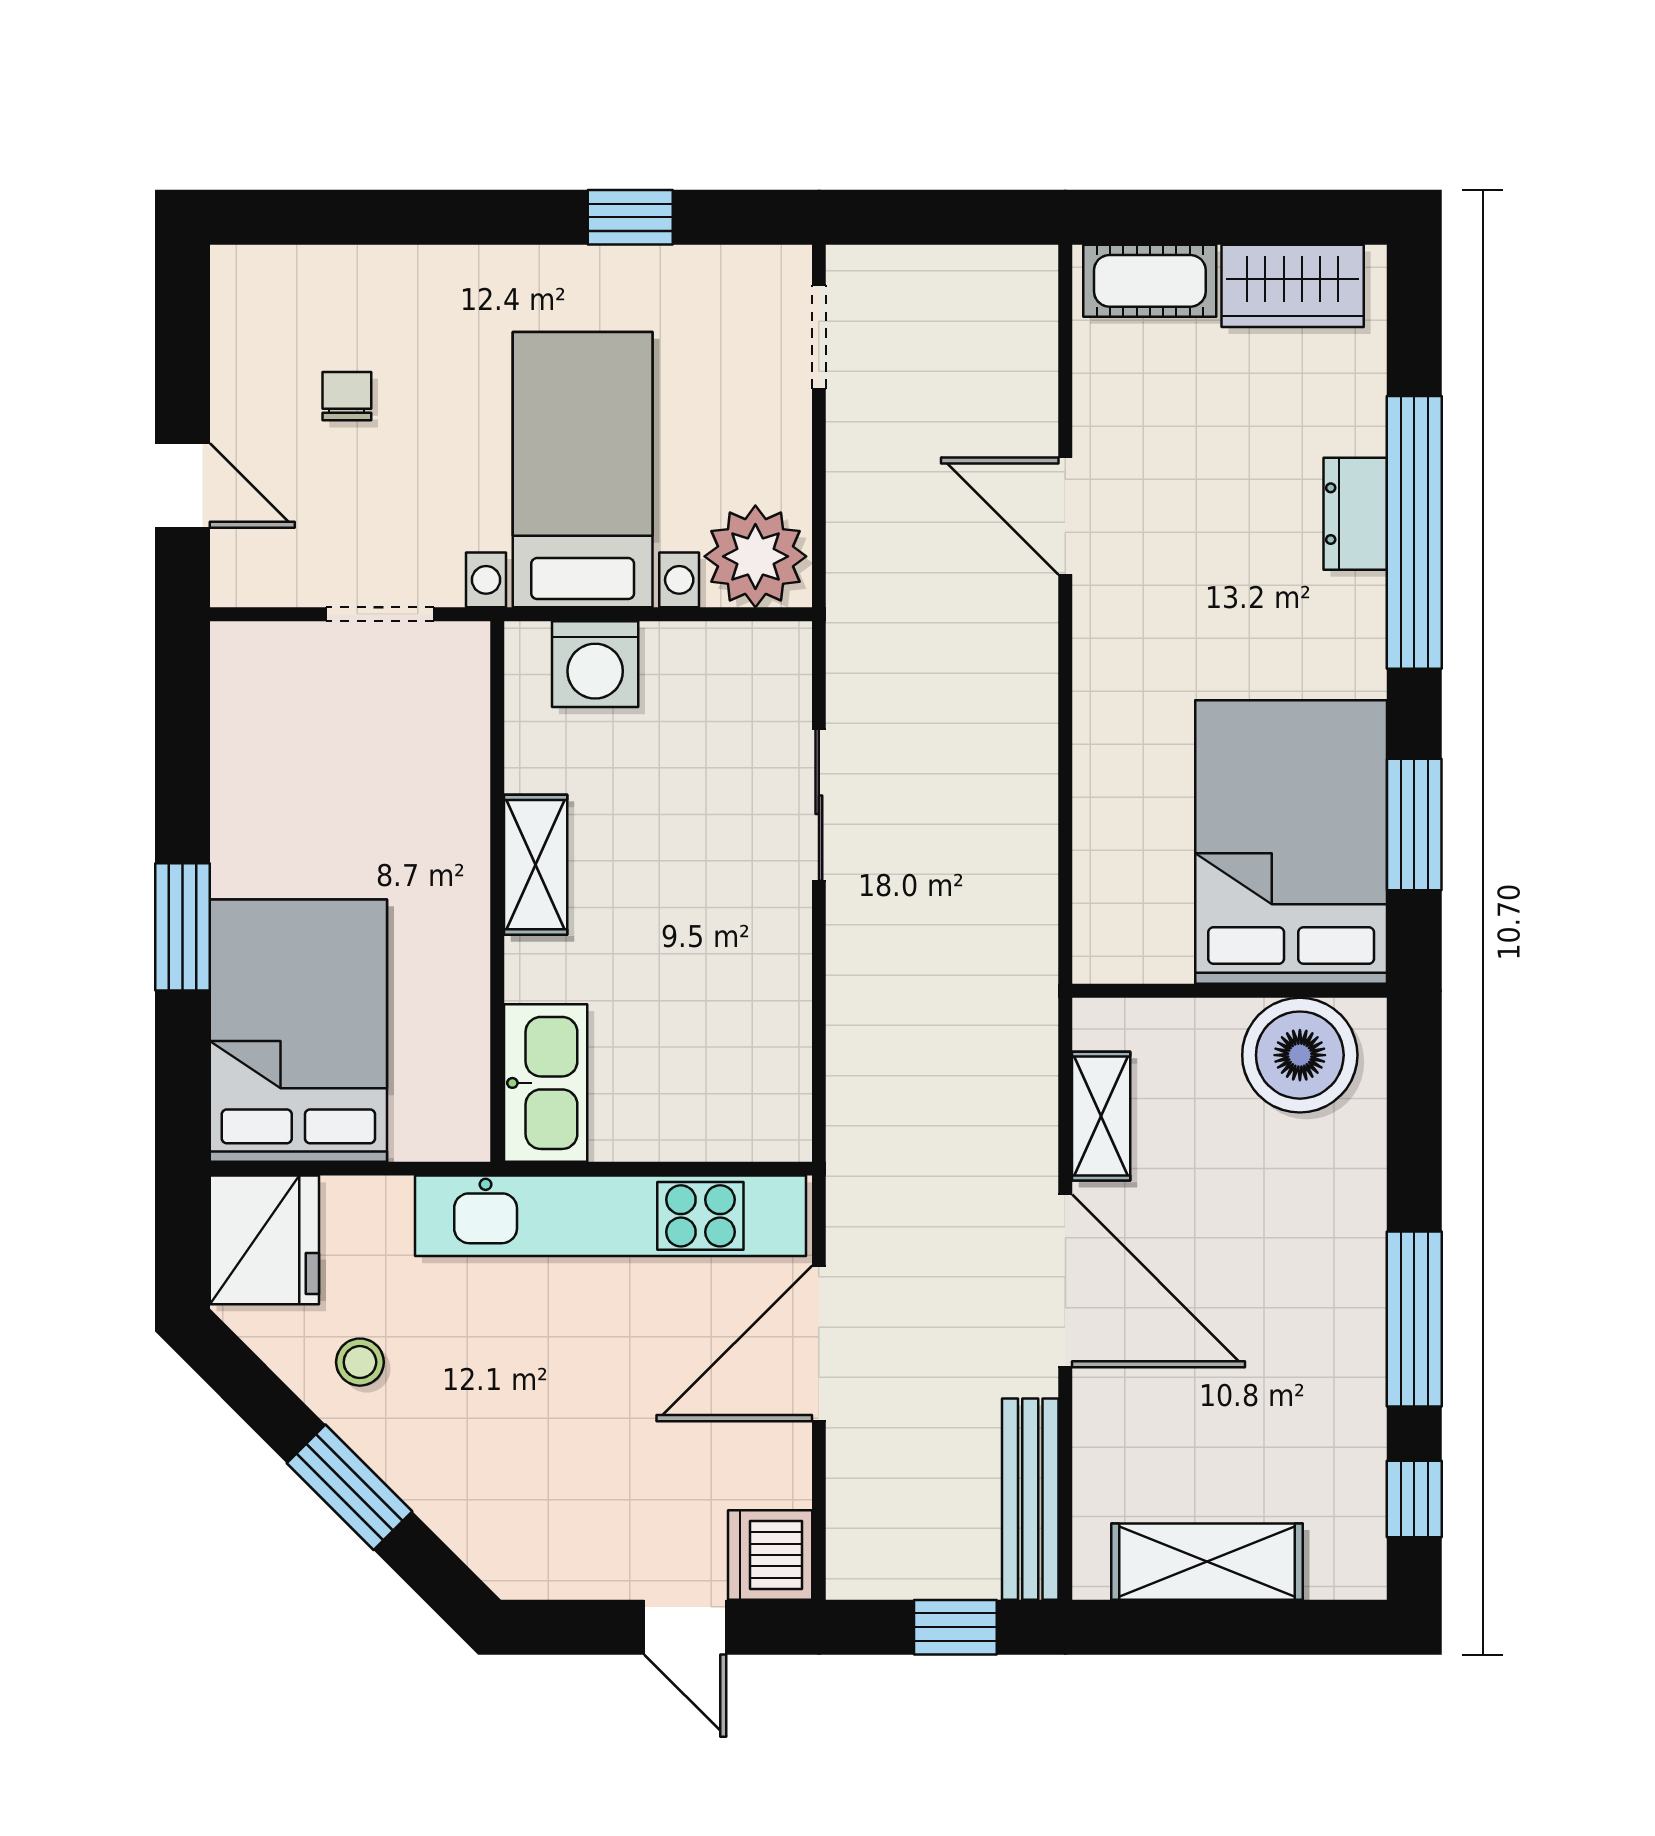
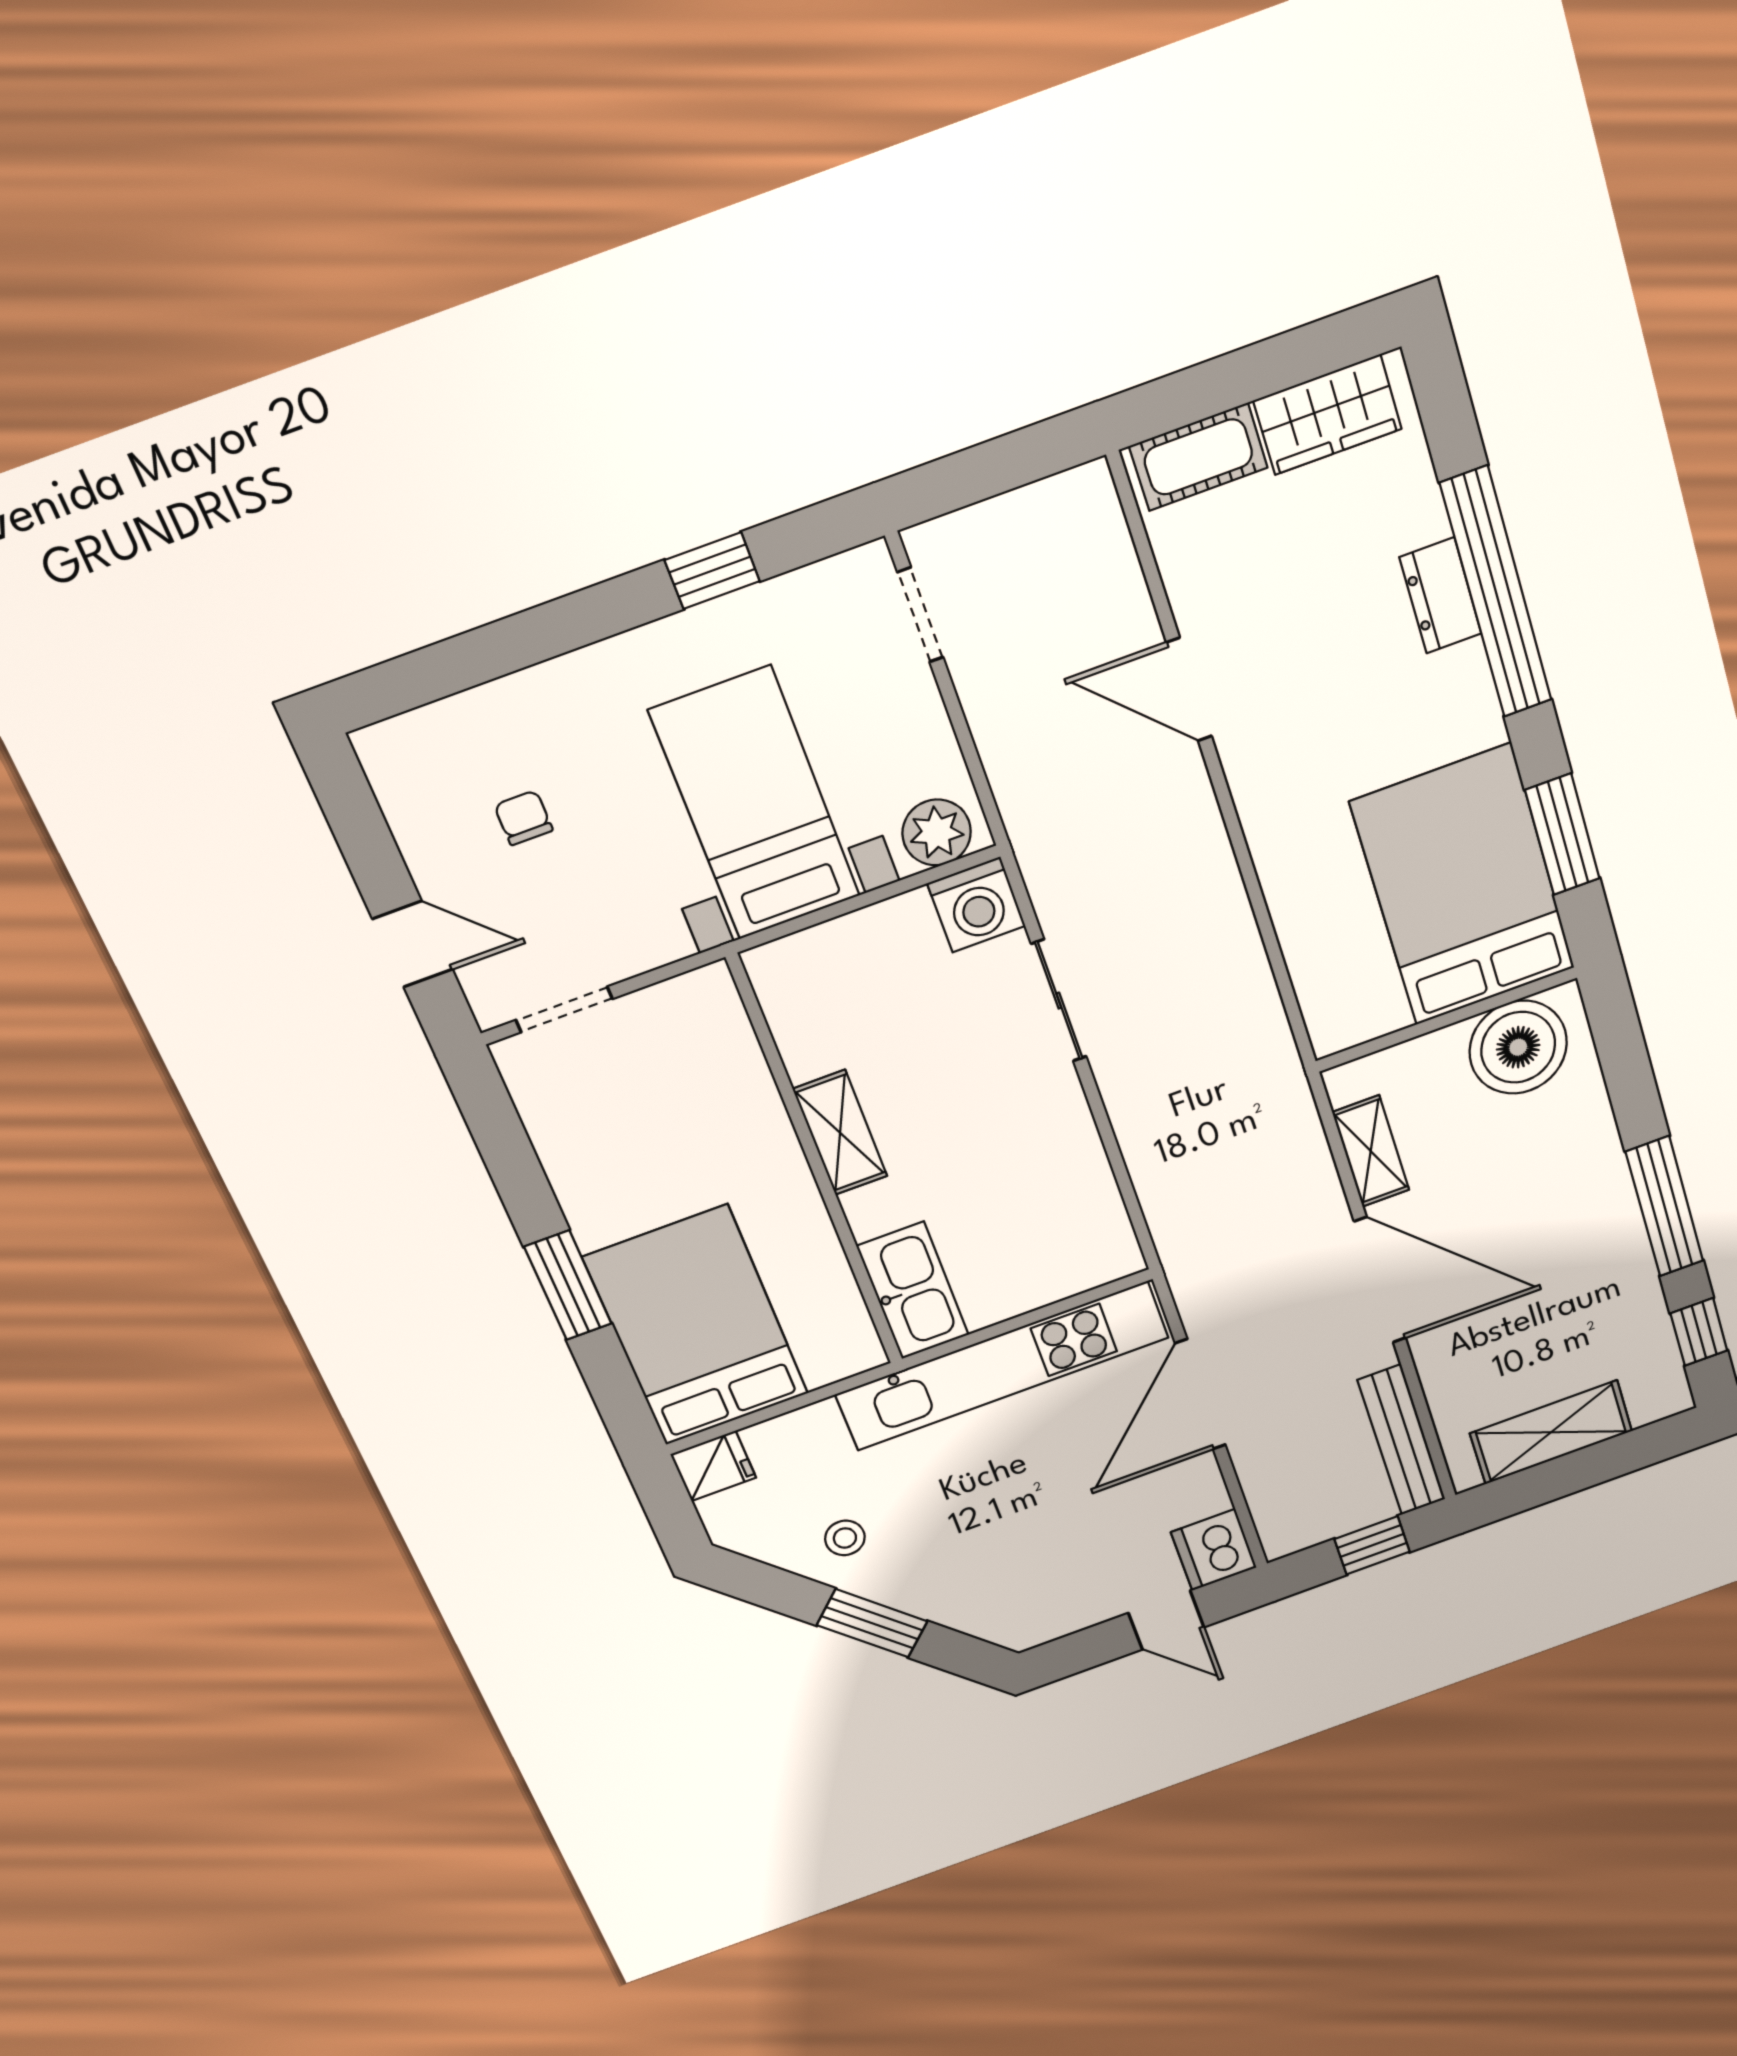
plant: (755, 556) -> (937, 832), width x0.73, depth x0.73
doorway: (380, 614) -> (564, 1009), moved
washing machine: (595, 664) -> (976, 905), moved
fridge: (264, 1240) -> (713, 1466), width x0.53, depth x0.75

